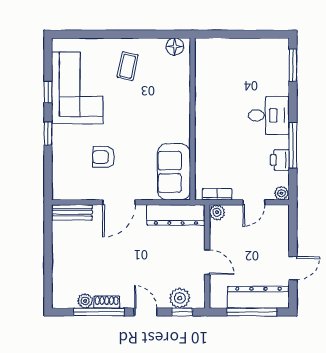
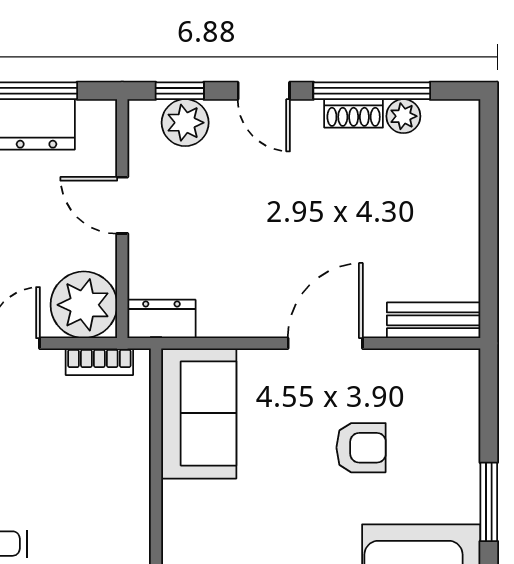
window: (48, 133) -> (489, 502), width x1.50
plant: (217, 212) -> (84, 305), width x1.88, depth x1.88
dresser: (176, 215) -> (161, 319), width x0.51, depth x0.80

